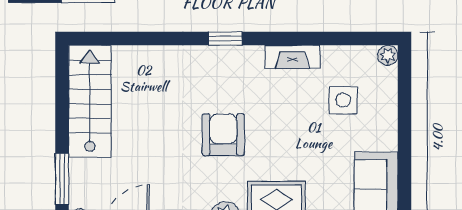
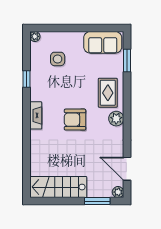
window: (225, 39) -> (26, 79), moved
fireplace: (292, 57) -> (36, 115), moved

